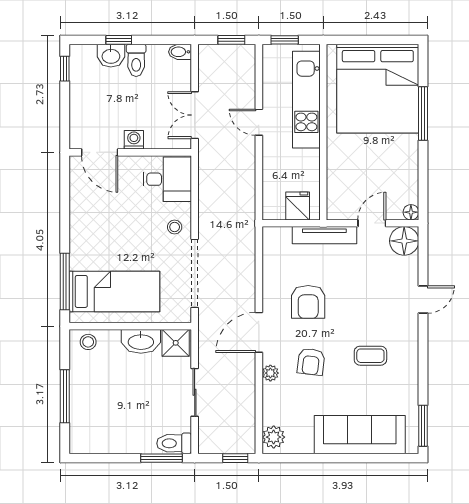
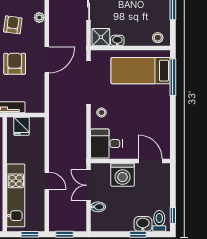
bidet: (180, 52) -> (98, 207), moved
toilet: (136, 60) -> (159, 221), moved
double door: (195, 115) -> (89, 185), swing flipped
washing machine: (134, 140) -> (123, 175), width x1.89, depth x1.89
door: (259, 332) -> (47, 60), moved
washbasin: (141, 341) -> (117, 41), width x0.52, depth x0.69

